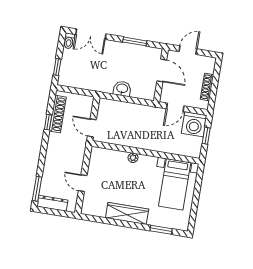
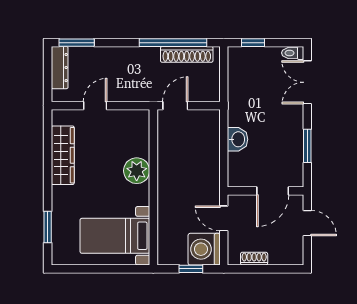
shoe rack: (207, 87) -> (254, 259), width x0.70
window: (48, 122) -> (173, 43), width x3.17
plant: (133, 158) -> (137, 171), width x1.88, depth x1.88
wardrobe: (127, 213) -> (63, 155), moved

